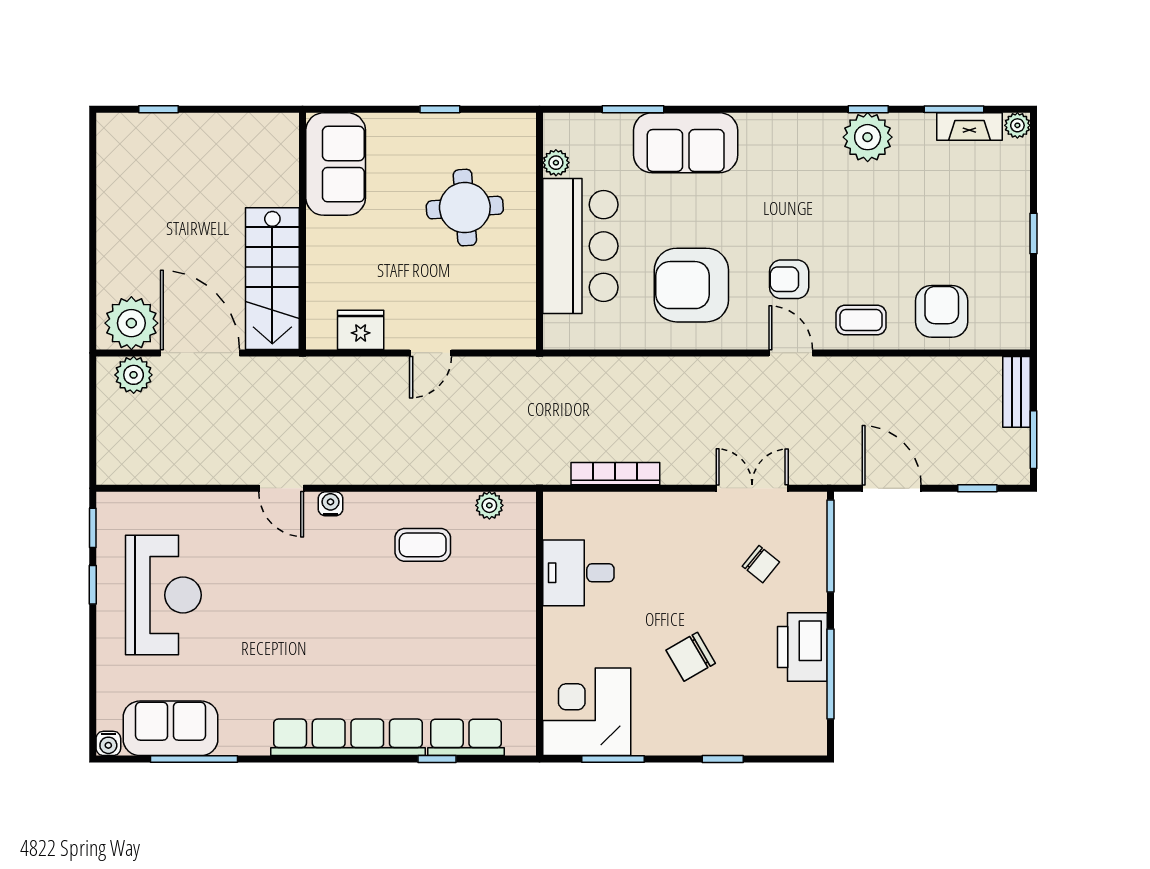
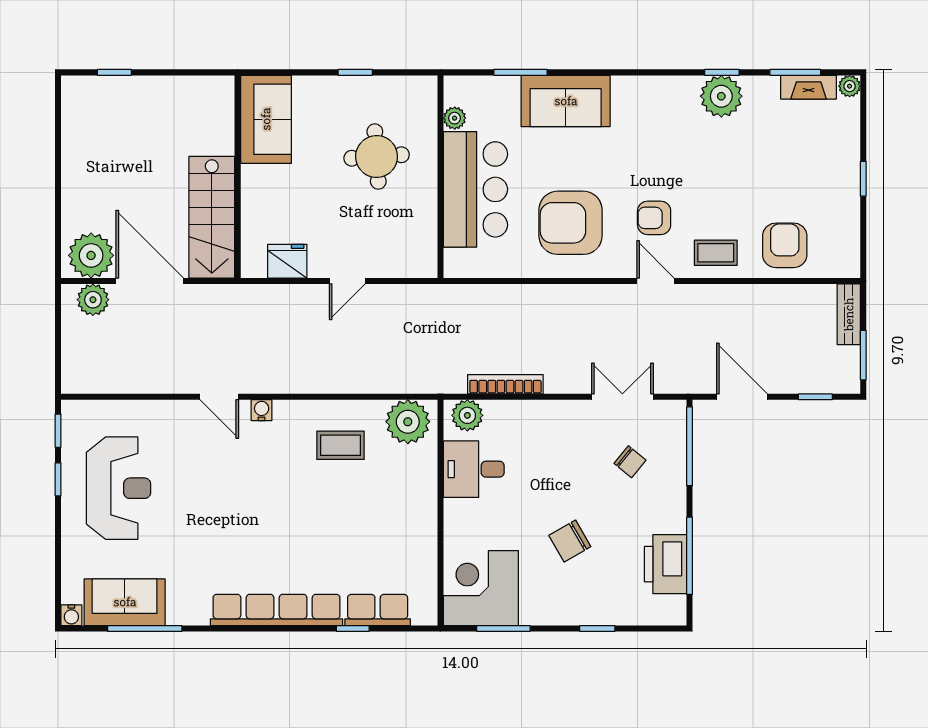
plant: (489, 505) -> (408, 422), width x1.88, depth x1.88
plant: (571, 510) -> (467, 415), added
printer: (802, 647) -> (666, 564), moved

